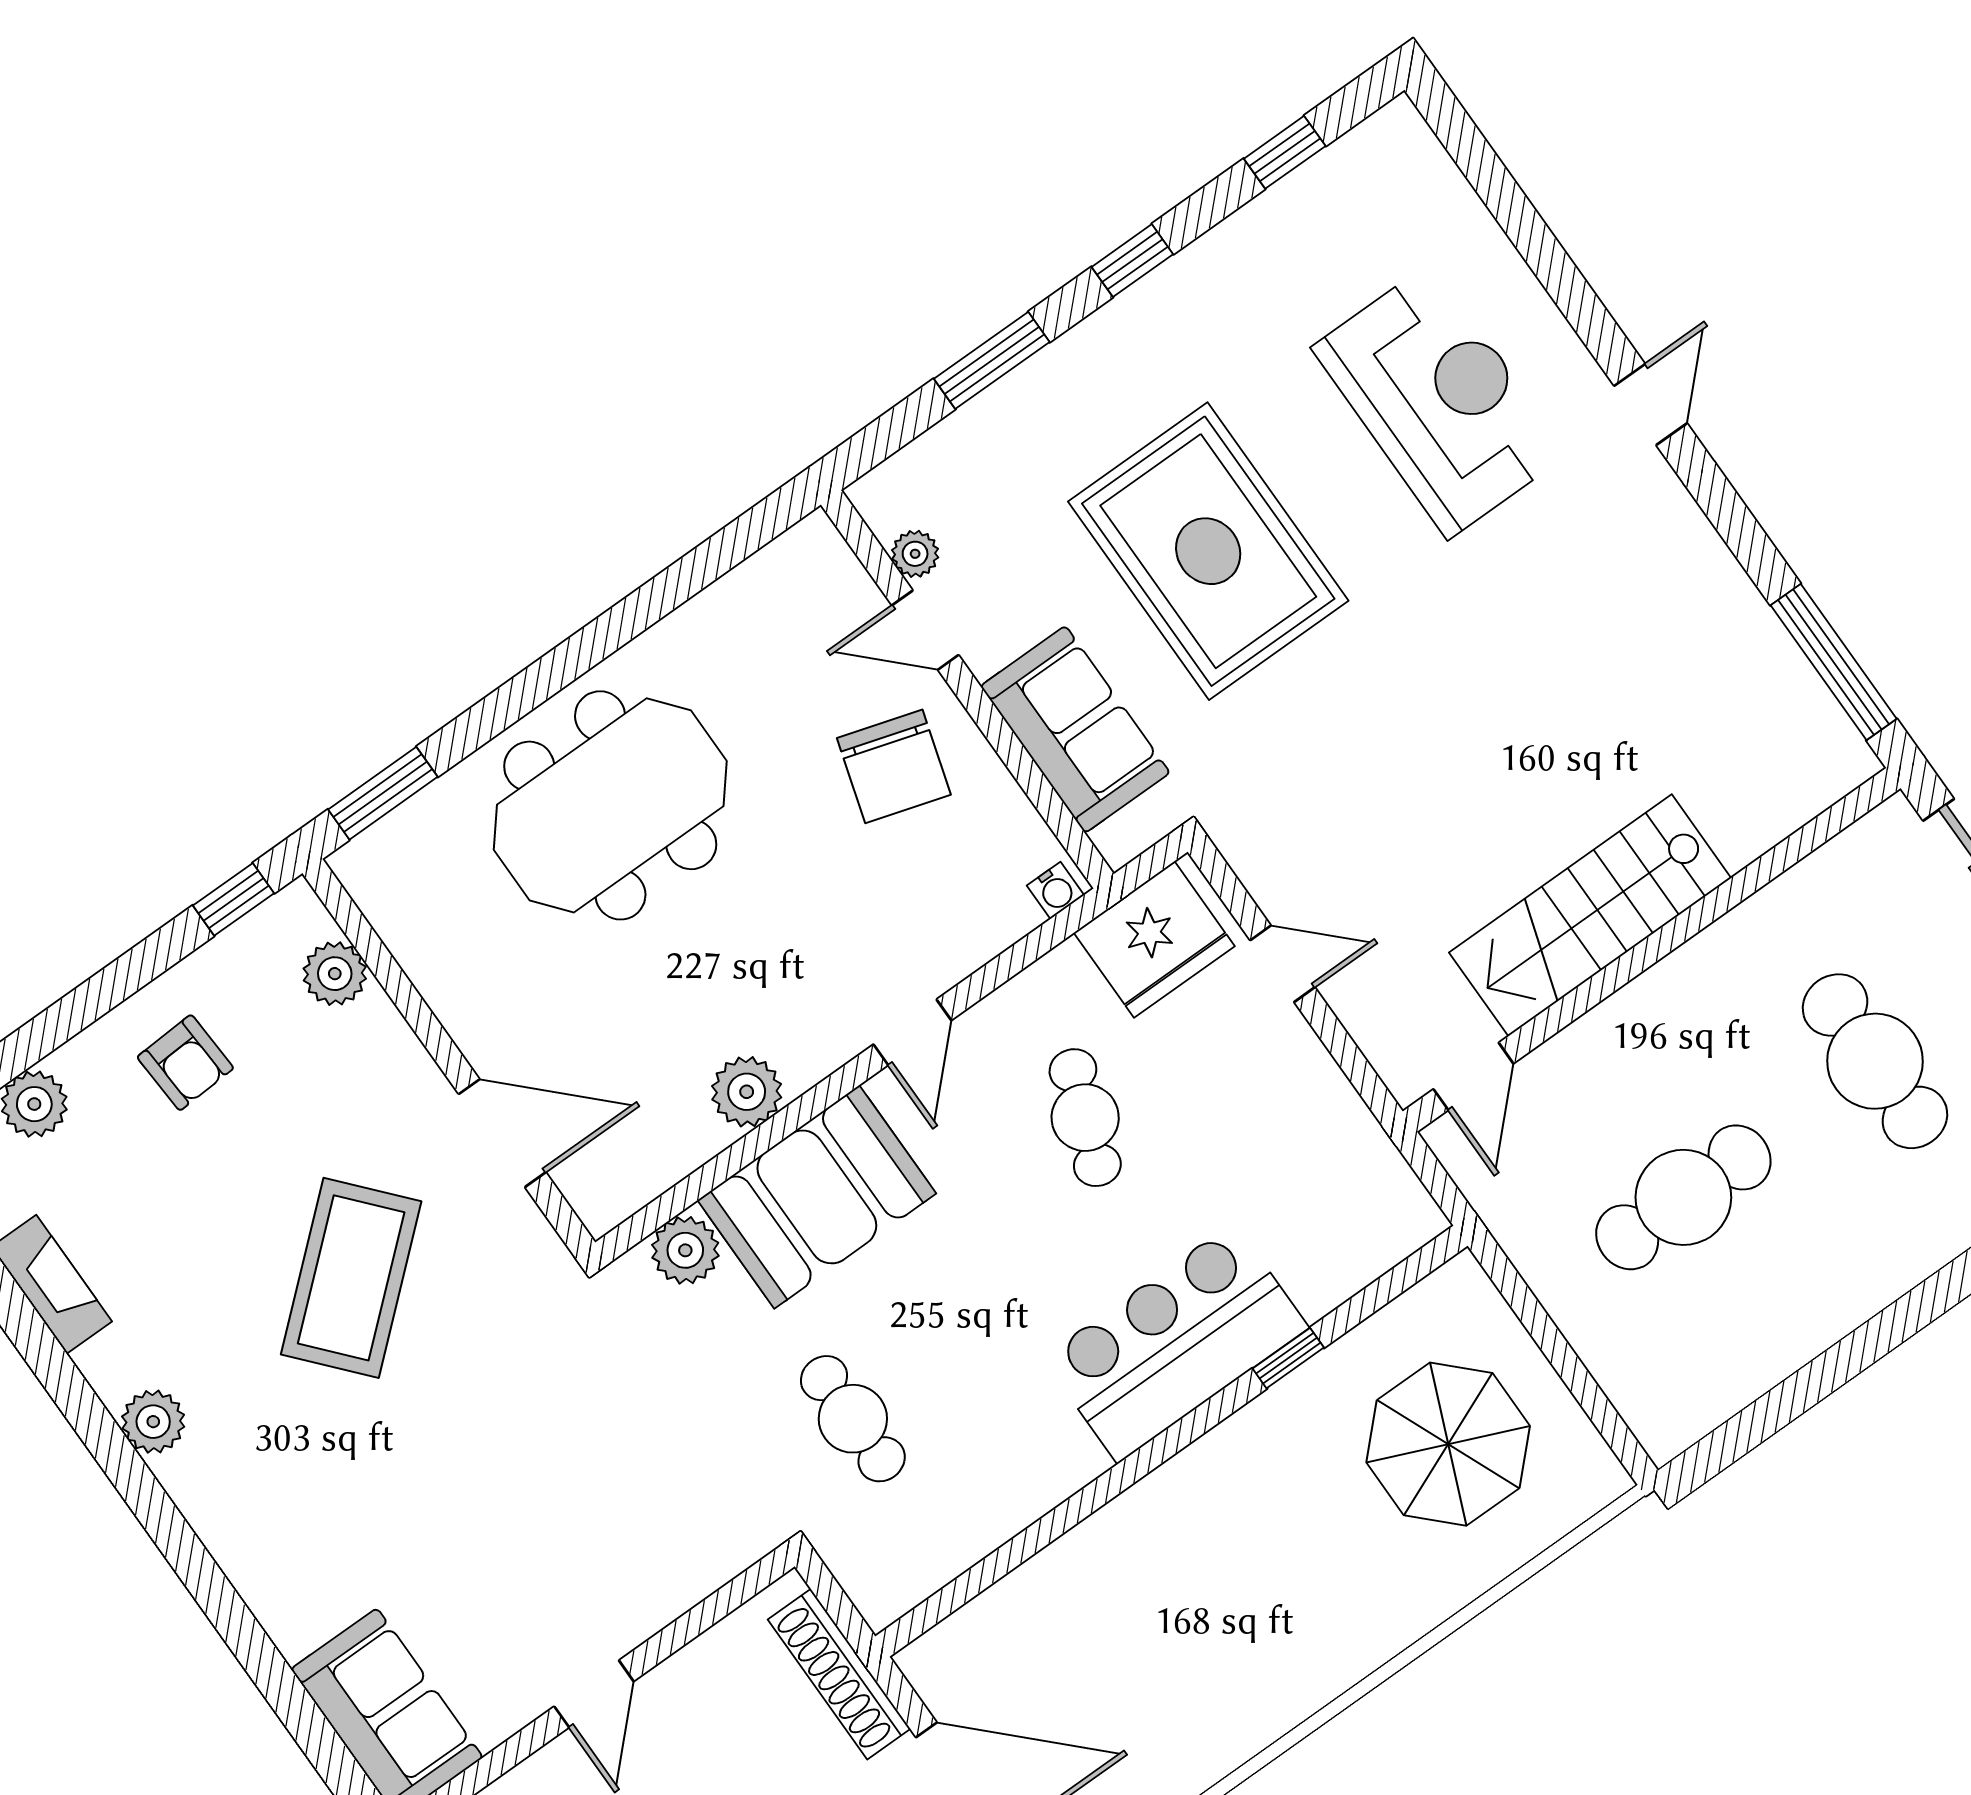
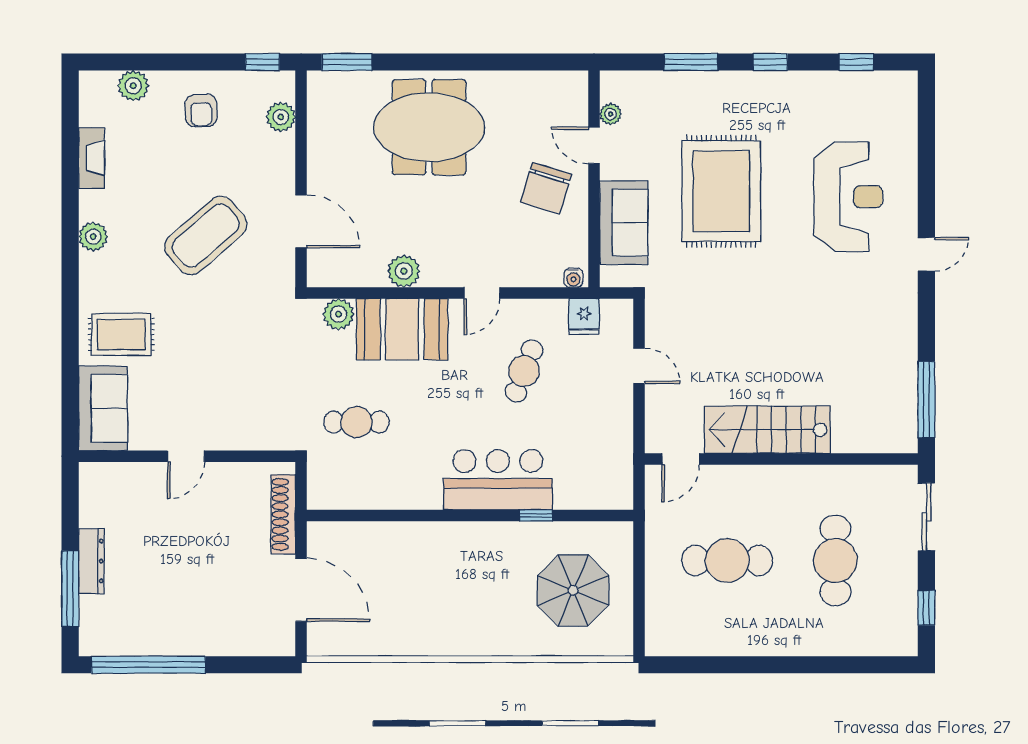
fridge: (1154, 940) -> (584, 317), width x0.53, depth x0.75
cafe table: (853, 1419) -> (357, 422), turned 90
rug: (326, 1560) -> (121, 334), added

